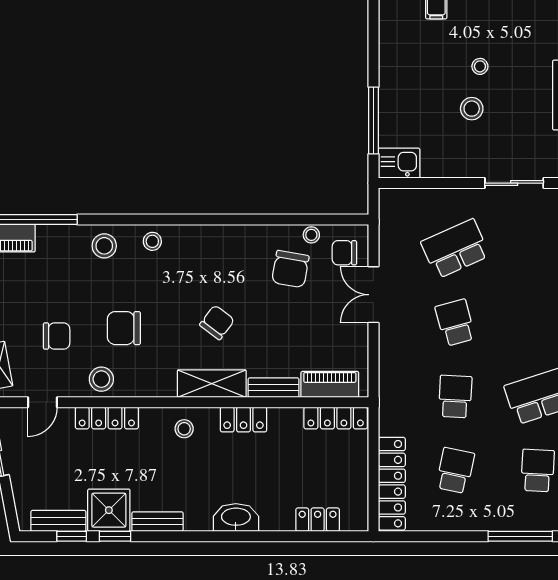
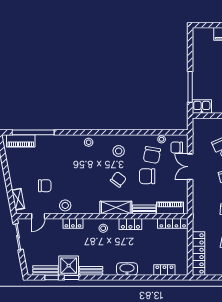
stool: (104, 246) -> (119, 151), moved
chair: (124, 328) -> (147, 176), moved
locker: (107, 418) -> (73, 223), width x0.66

